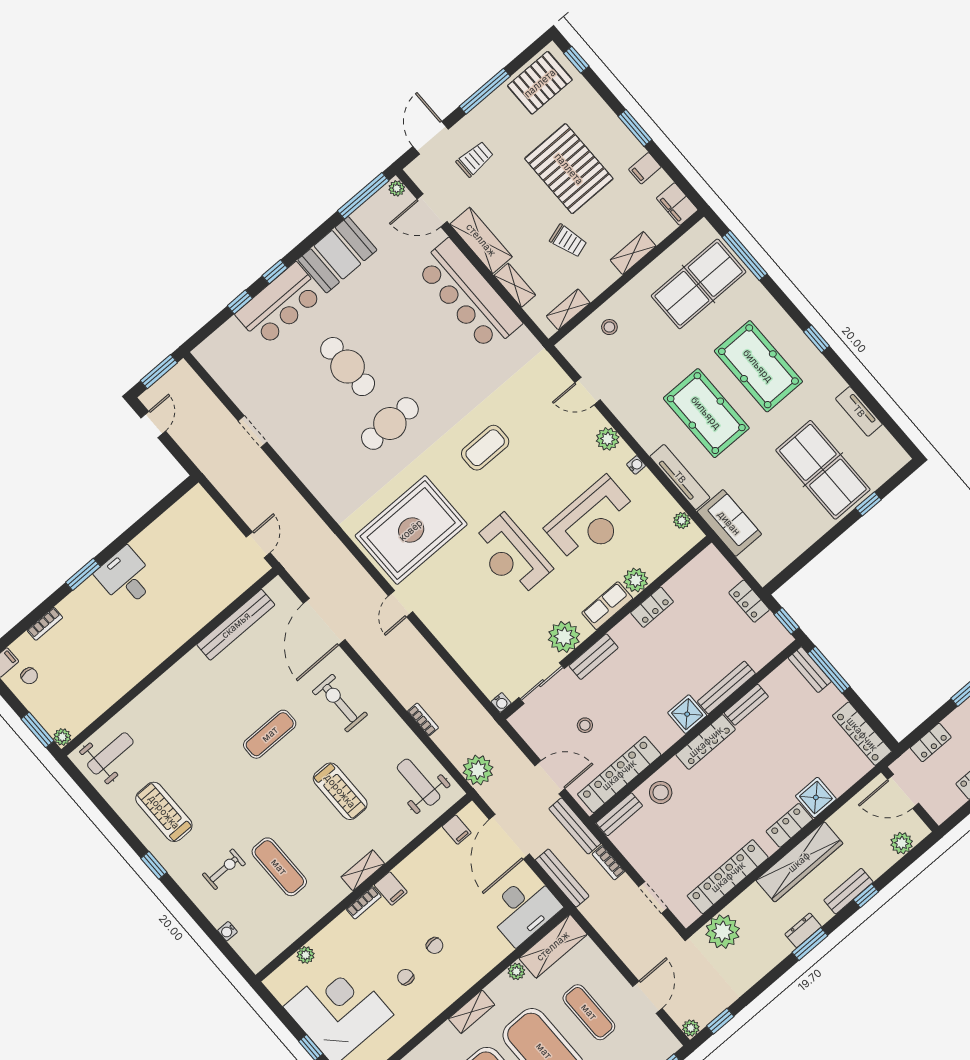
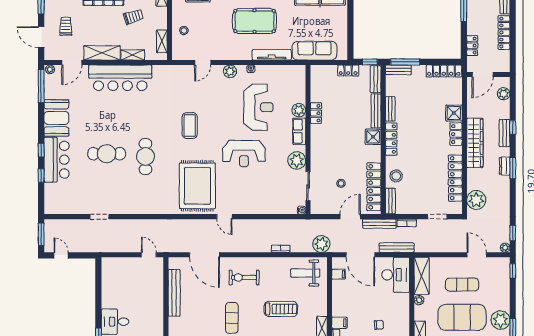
plant: (682, 520) -> (290, 70), removed
sofa: (729, 523) -> (314, 51), width x1.36
bench: (594, 657) -> (376, 79), moved

